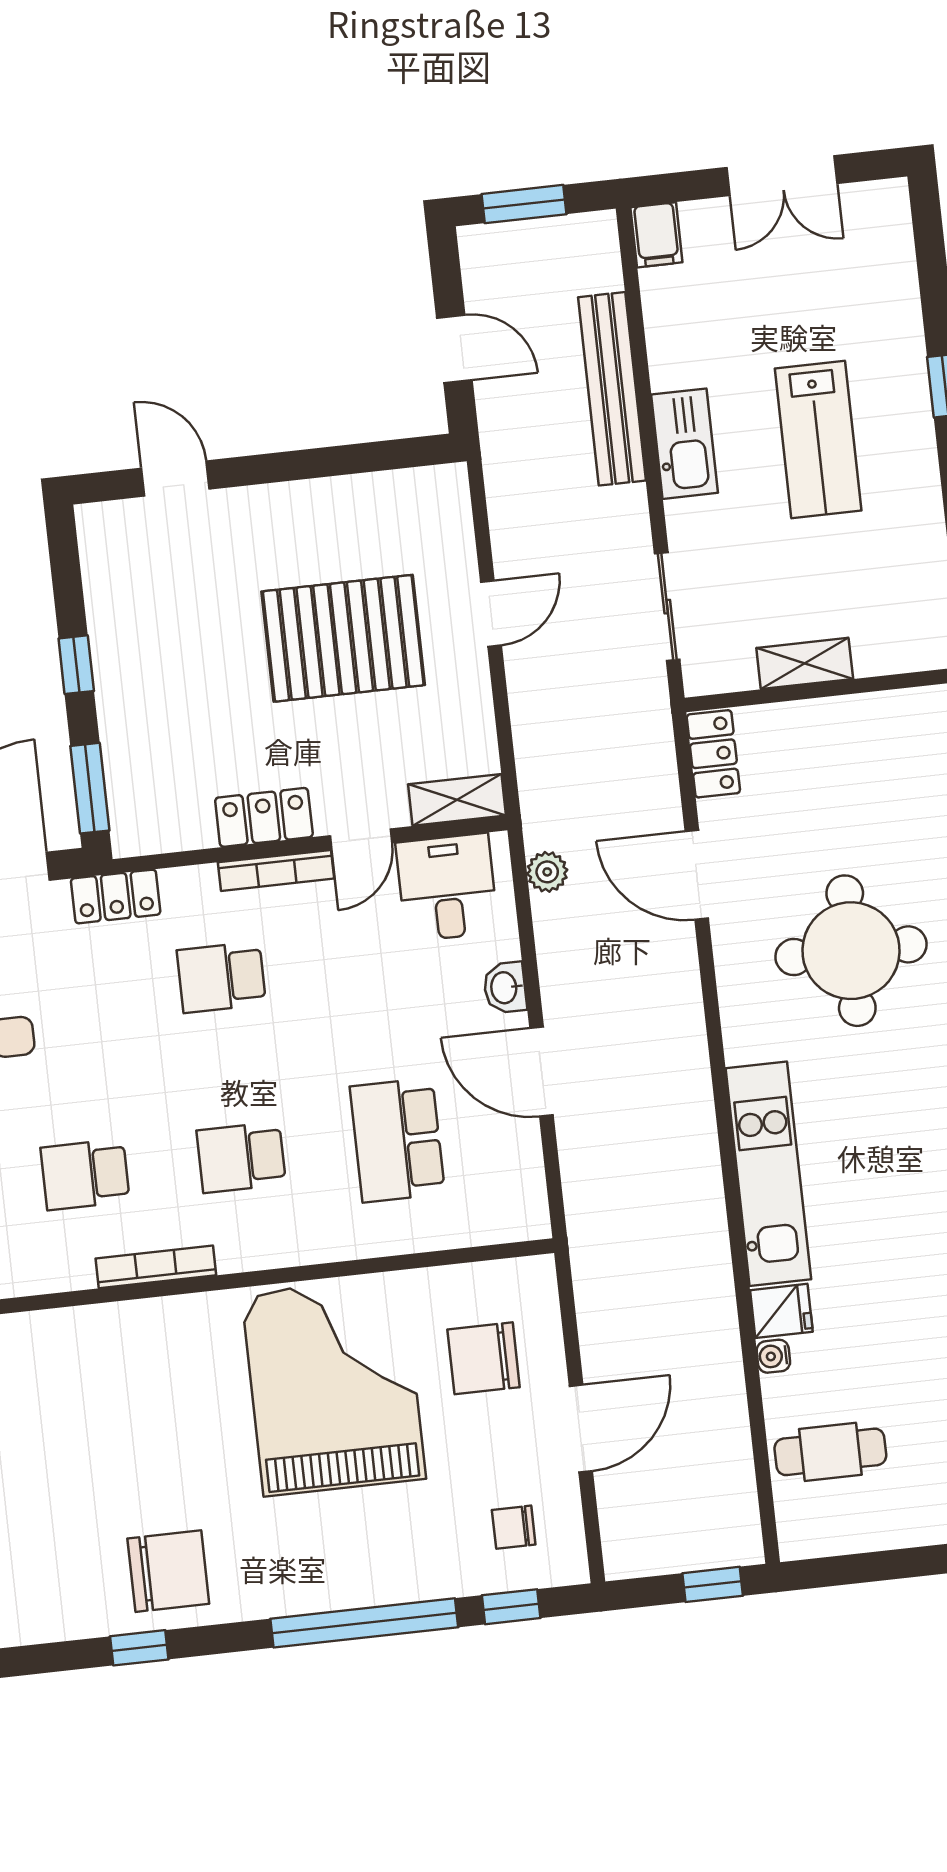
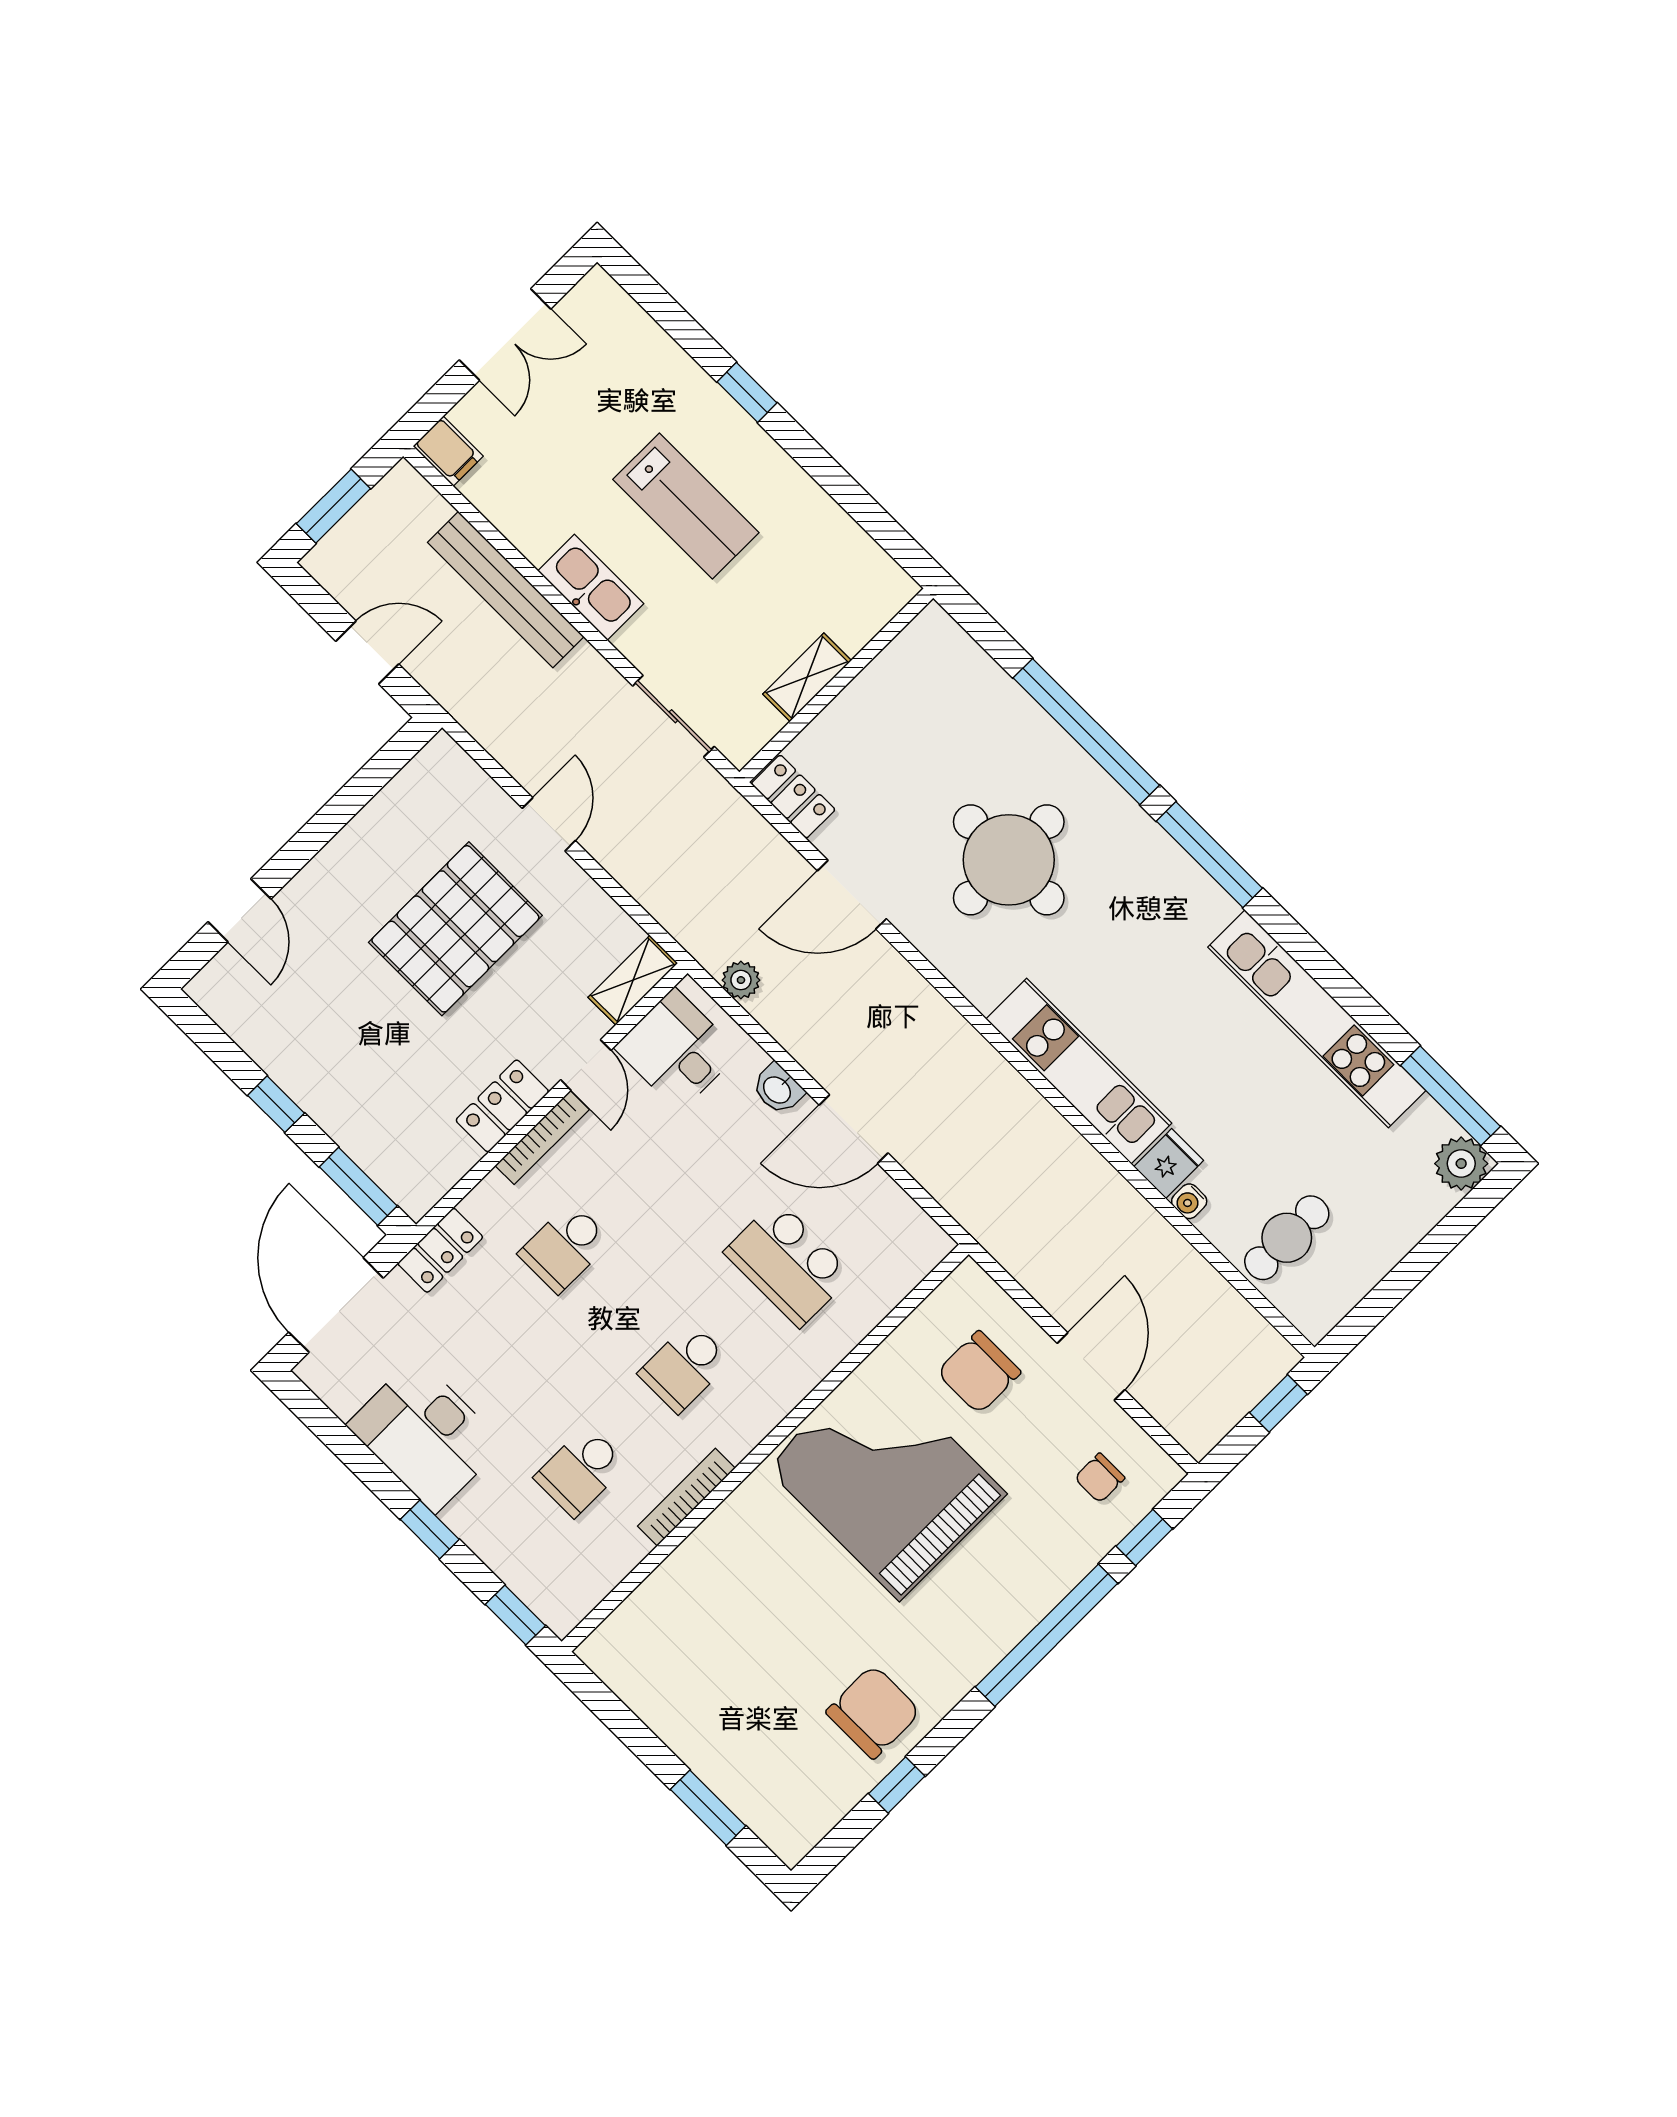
door: (175, 479) -> (239, 910), swing flipped

